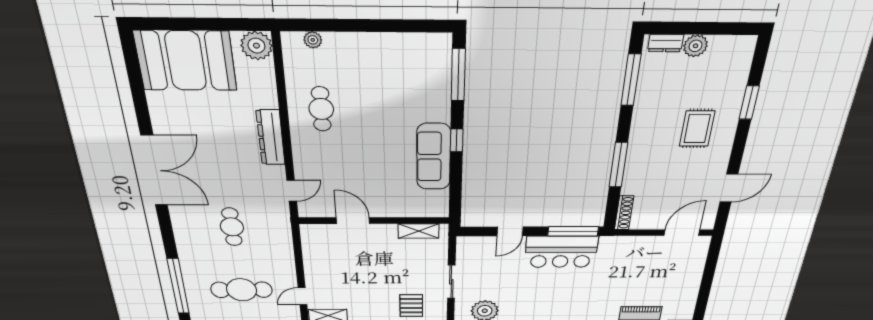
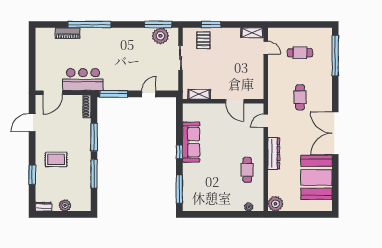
dresser: (666, 43) -> (43, 207), moved
booth: (186, 61) -> (316, 177), moved, turned 90
window: (631, 80) -> (94, 174), moved
rug: (697, 129) -> (56, 159), turned 90
bar counter: (561, 252) -> (83, 80), moved
cafe table: (242, 290) -> (300, 53), width x0.73, depth x0.74
door: (303, 296) -> (266, 48), hinge flipped

